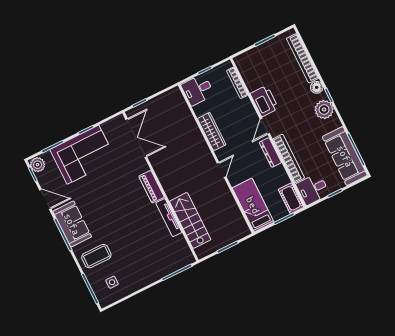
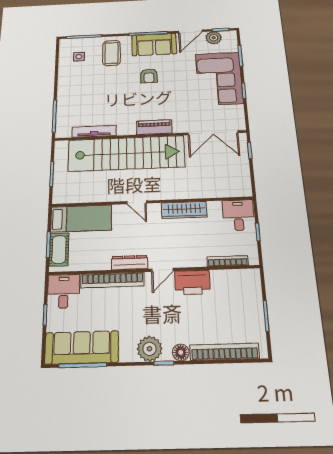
door: (265, 126) -> (162, 270), swing flipped
plant: (38, 165) -> (214, 38), moved
cot: (291, 198) -> (59, 249), moved, turned 90
armchair: (105, 214) -> (149, 76), added
tv unit: (169, 218) -> (94, 131), moved
stairs: (190, 220) -> (126, 153), width x1.86, depth x1.51

